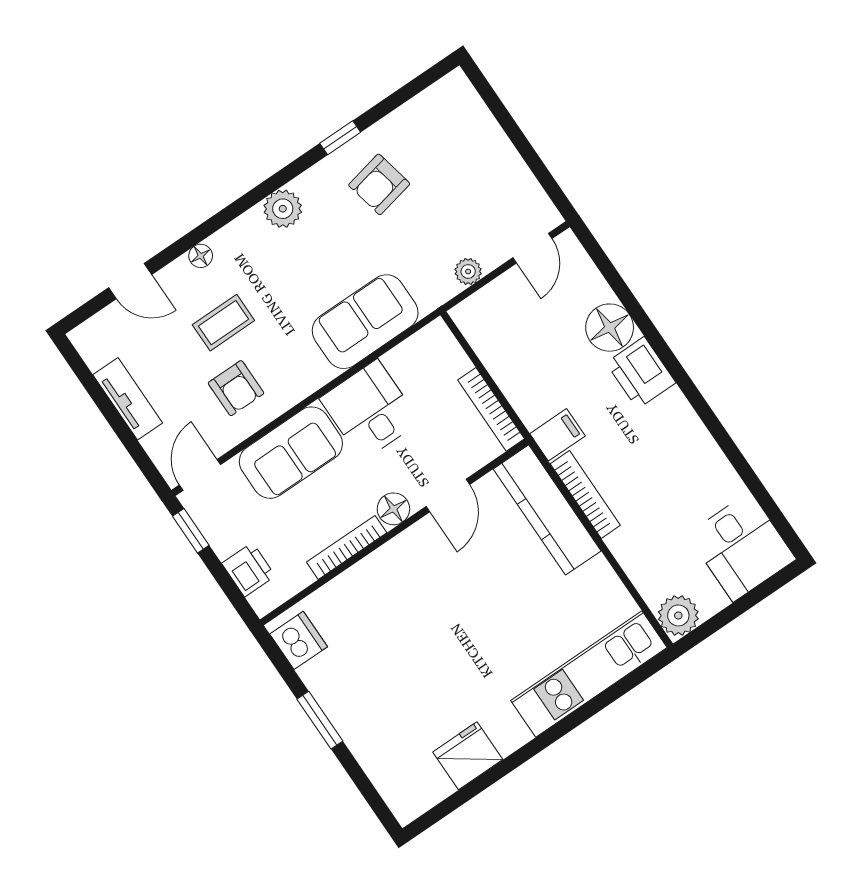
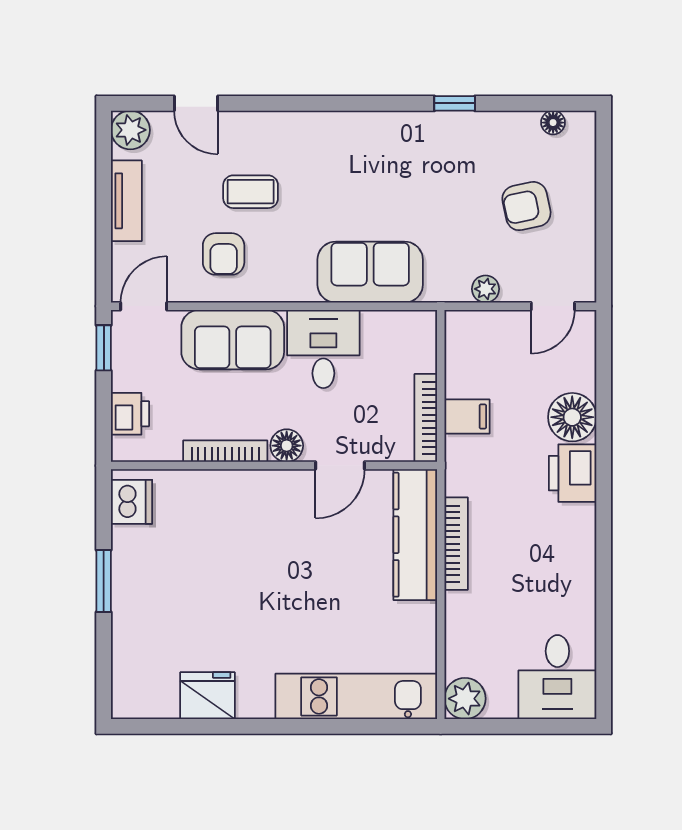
armchair: (379, 184) -> (526, 206), moved
plant: (283, 209) -> (130, 130), moved
floor lamp: (201, 256) -> (553, 123), moved
filing cabinet: (557, 435) -> (467, 417), moved

